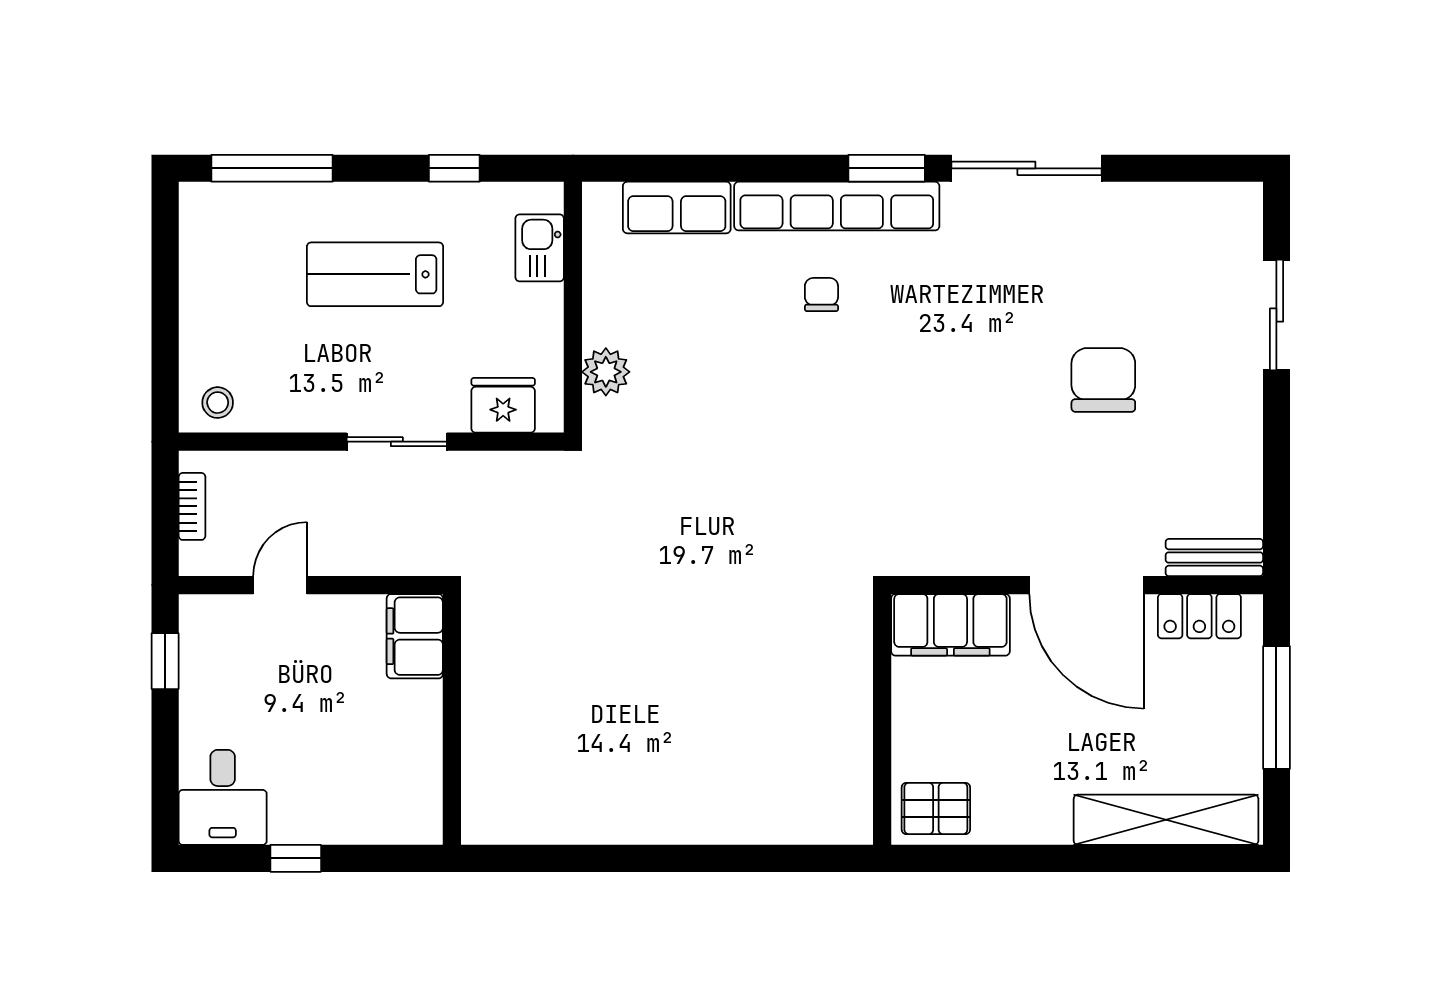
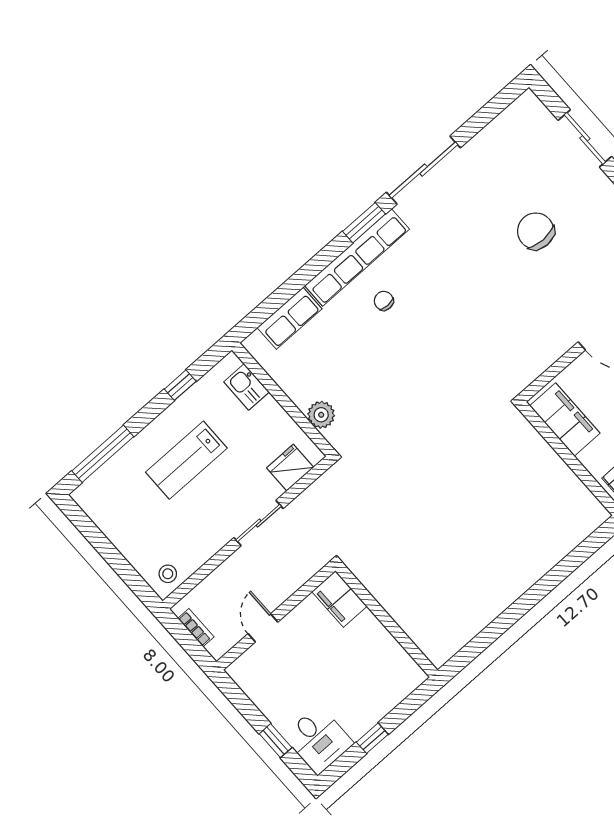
filing cabinet: (950, 625) -> (565, 419), moved, turned -90
window: (165, 661) -> (276, 741), moved

